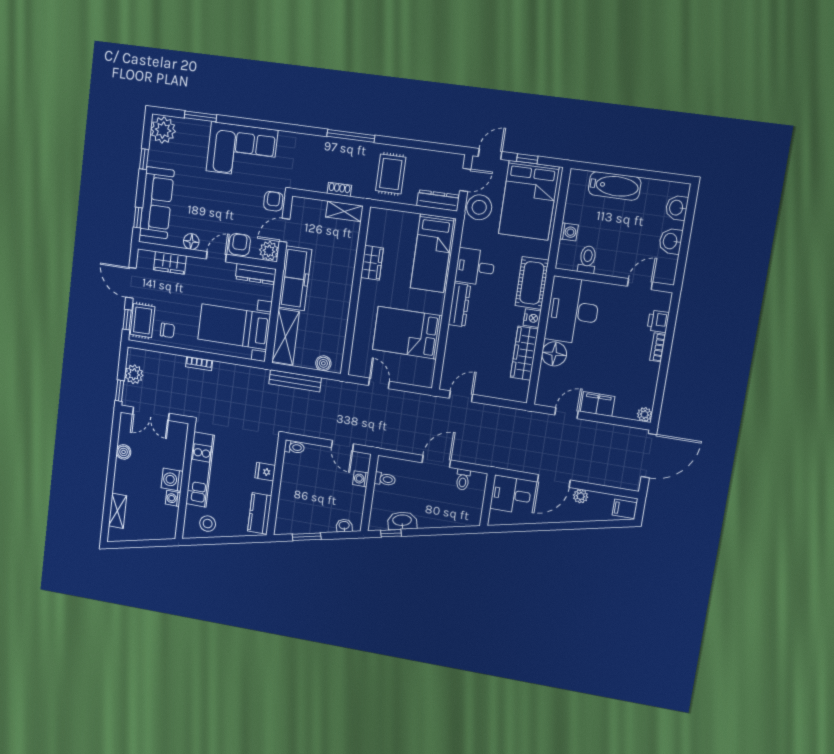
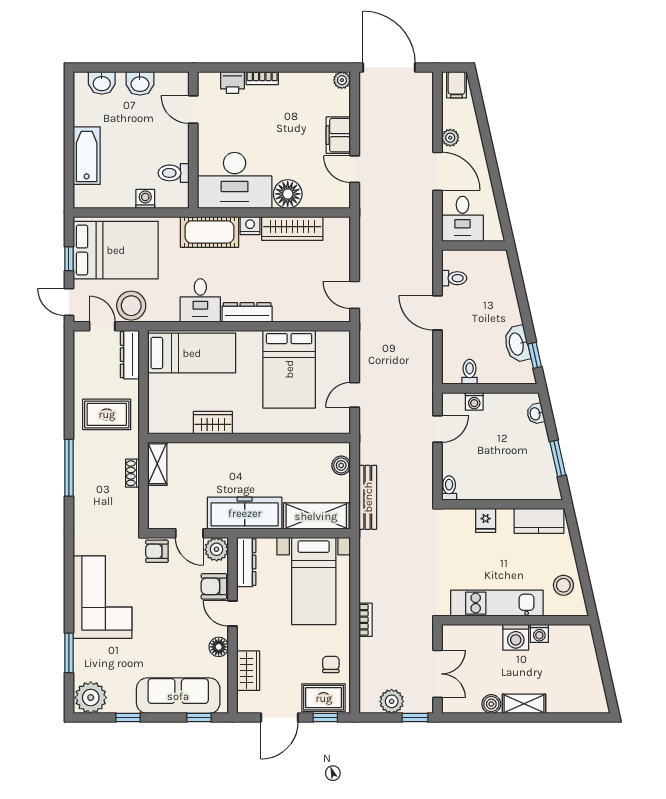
shelving: (117, 511) -> (524, 704), moved

